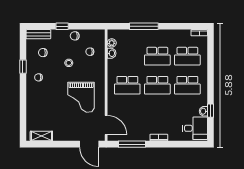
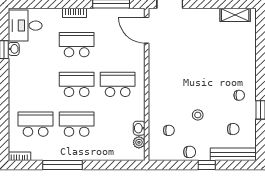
window: (144, 26) -> (62, 165), moved
bench: (38, 34) -> (233, 154), width x1.36
school desk: (187, 85) -> (77, 45), moved
grand piano: (81, 97) -> (181, 68), removed

